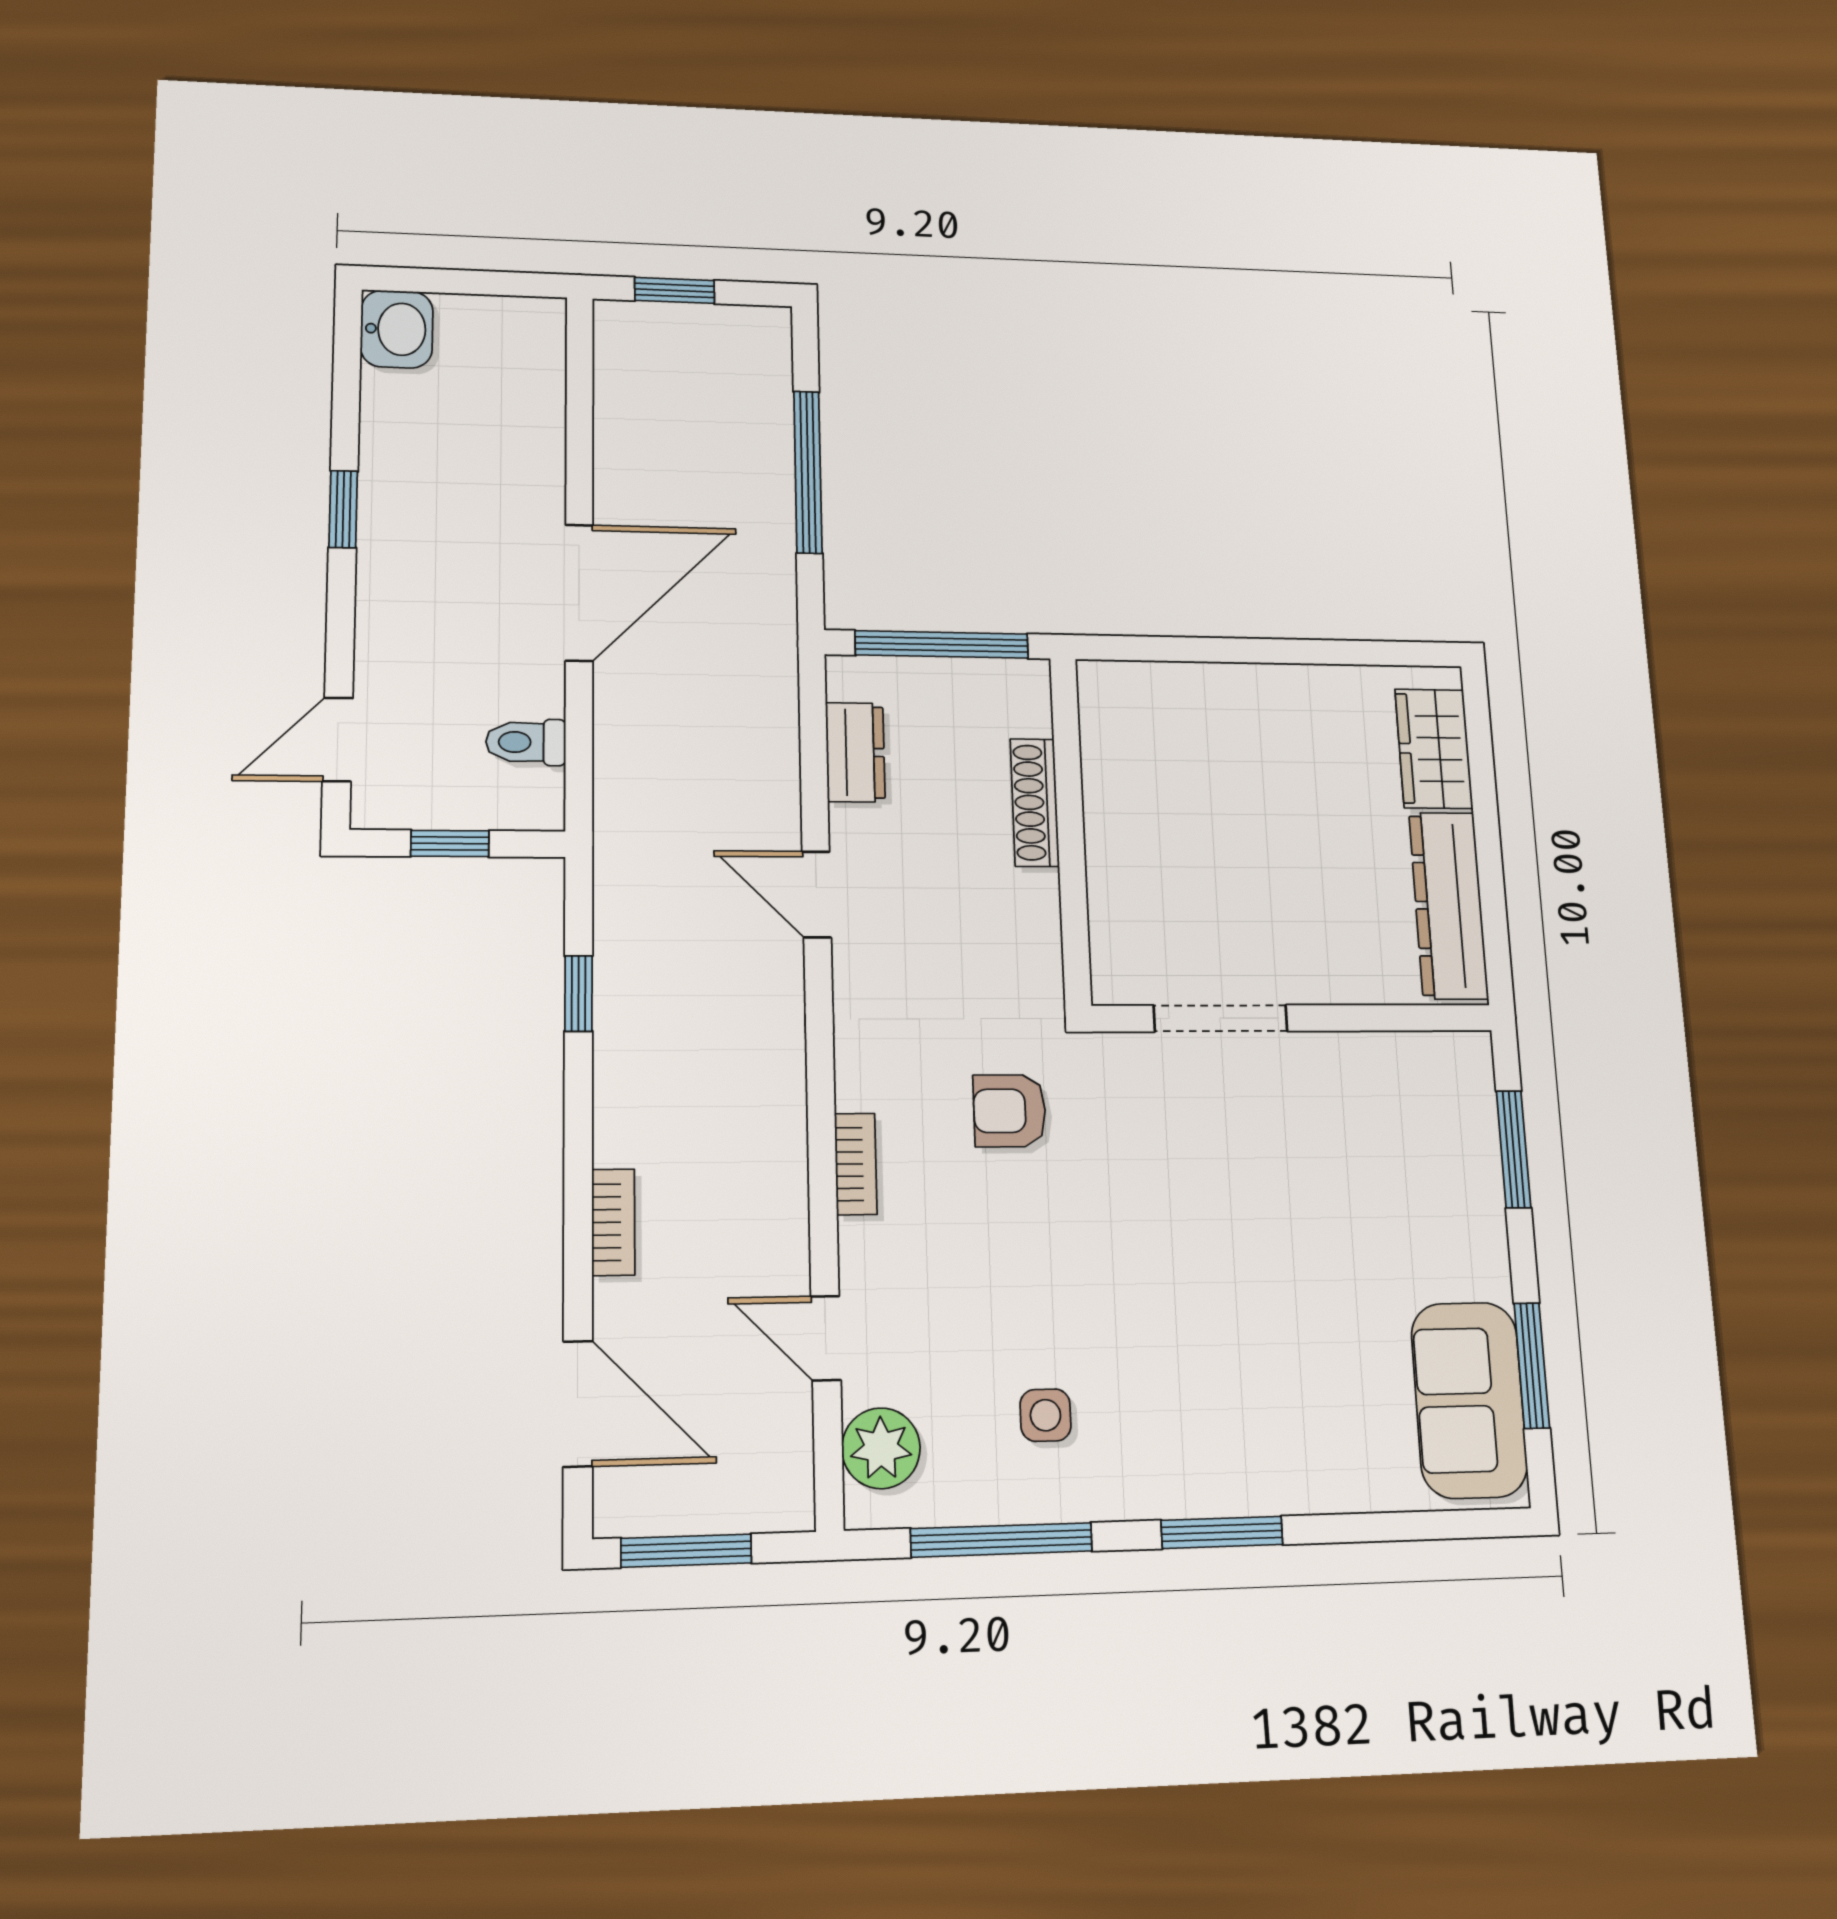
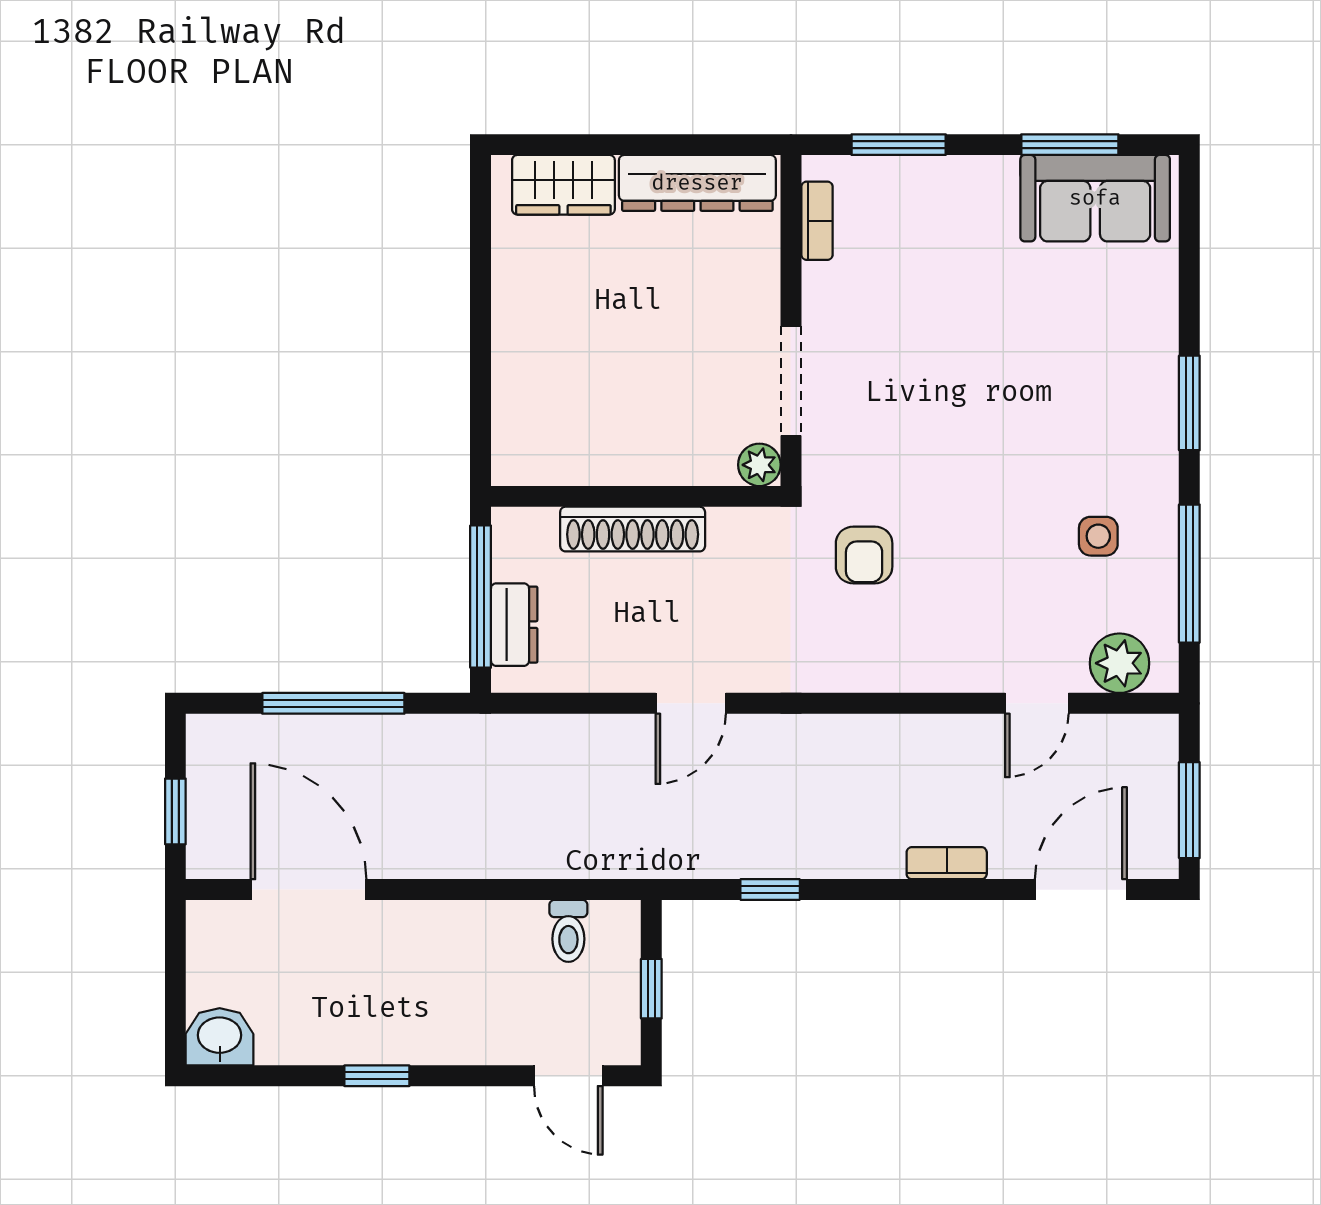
door: (579, 593) -> (308, 890), moved
dresser: (855, 752) -> (514, 625), moved, turned 90
shoe rack: (1035, 802) -> (633, 529), width x1.36, depth x1.24
plant: (1116, 980) -> (759, 465), added
bookcase: (856, 1164) -> (817, 221), moved, turned 90

